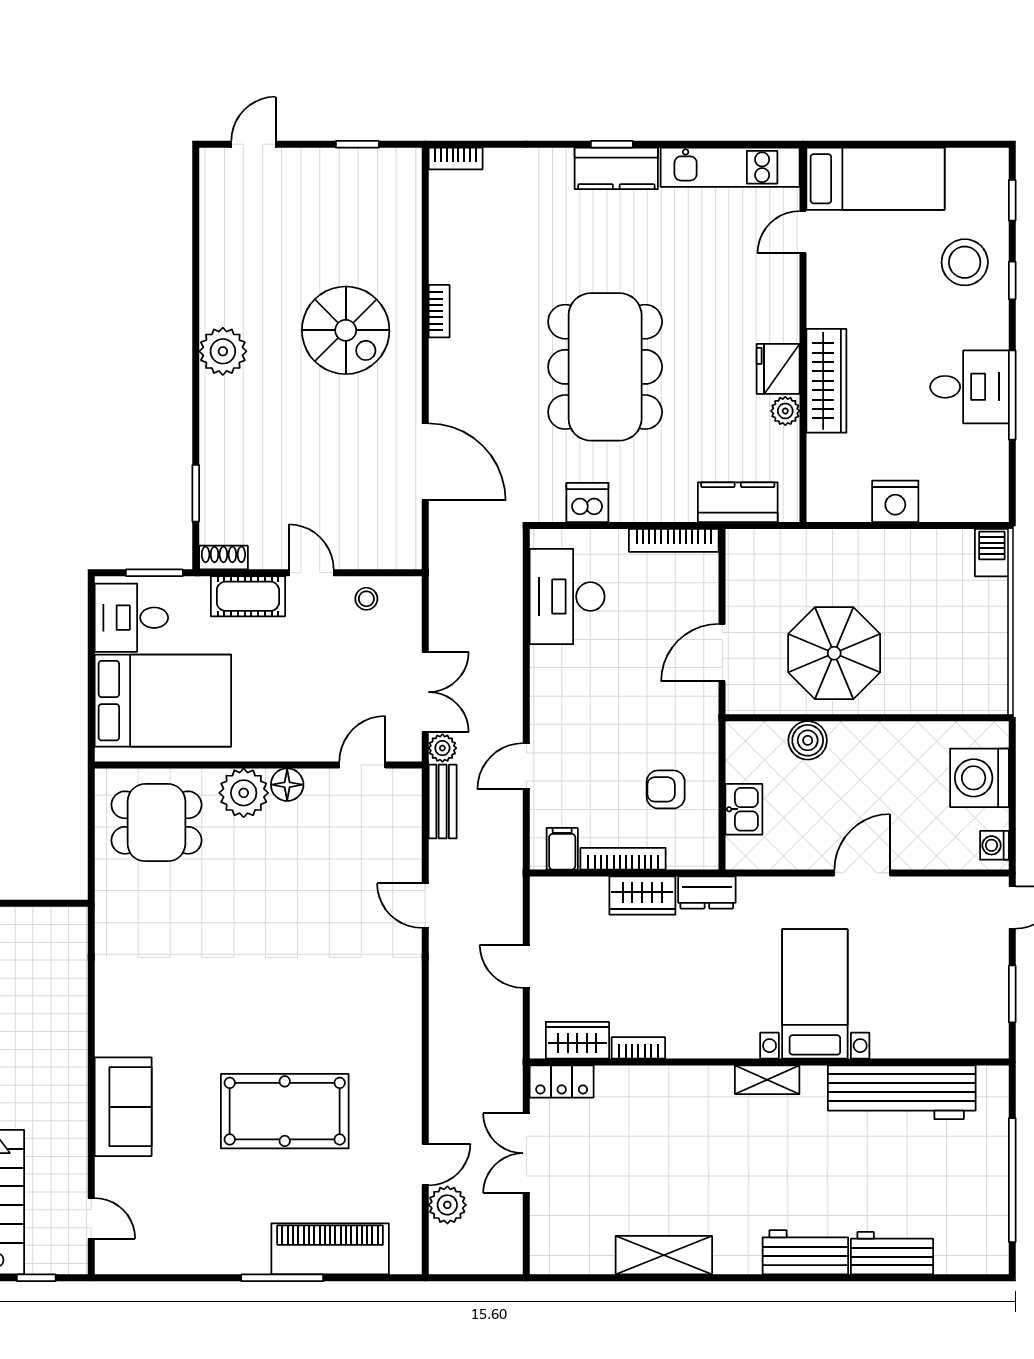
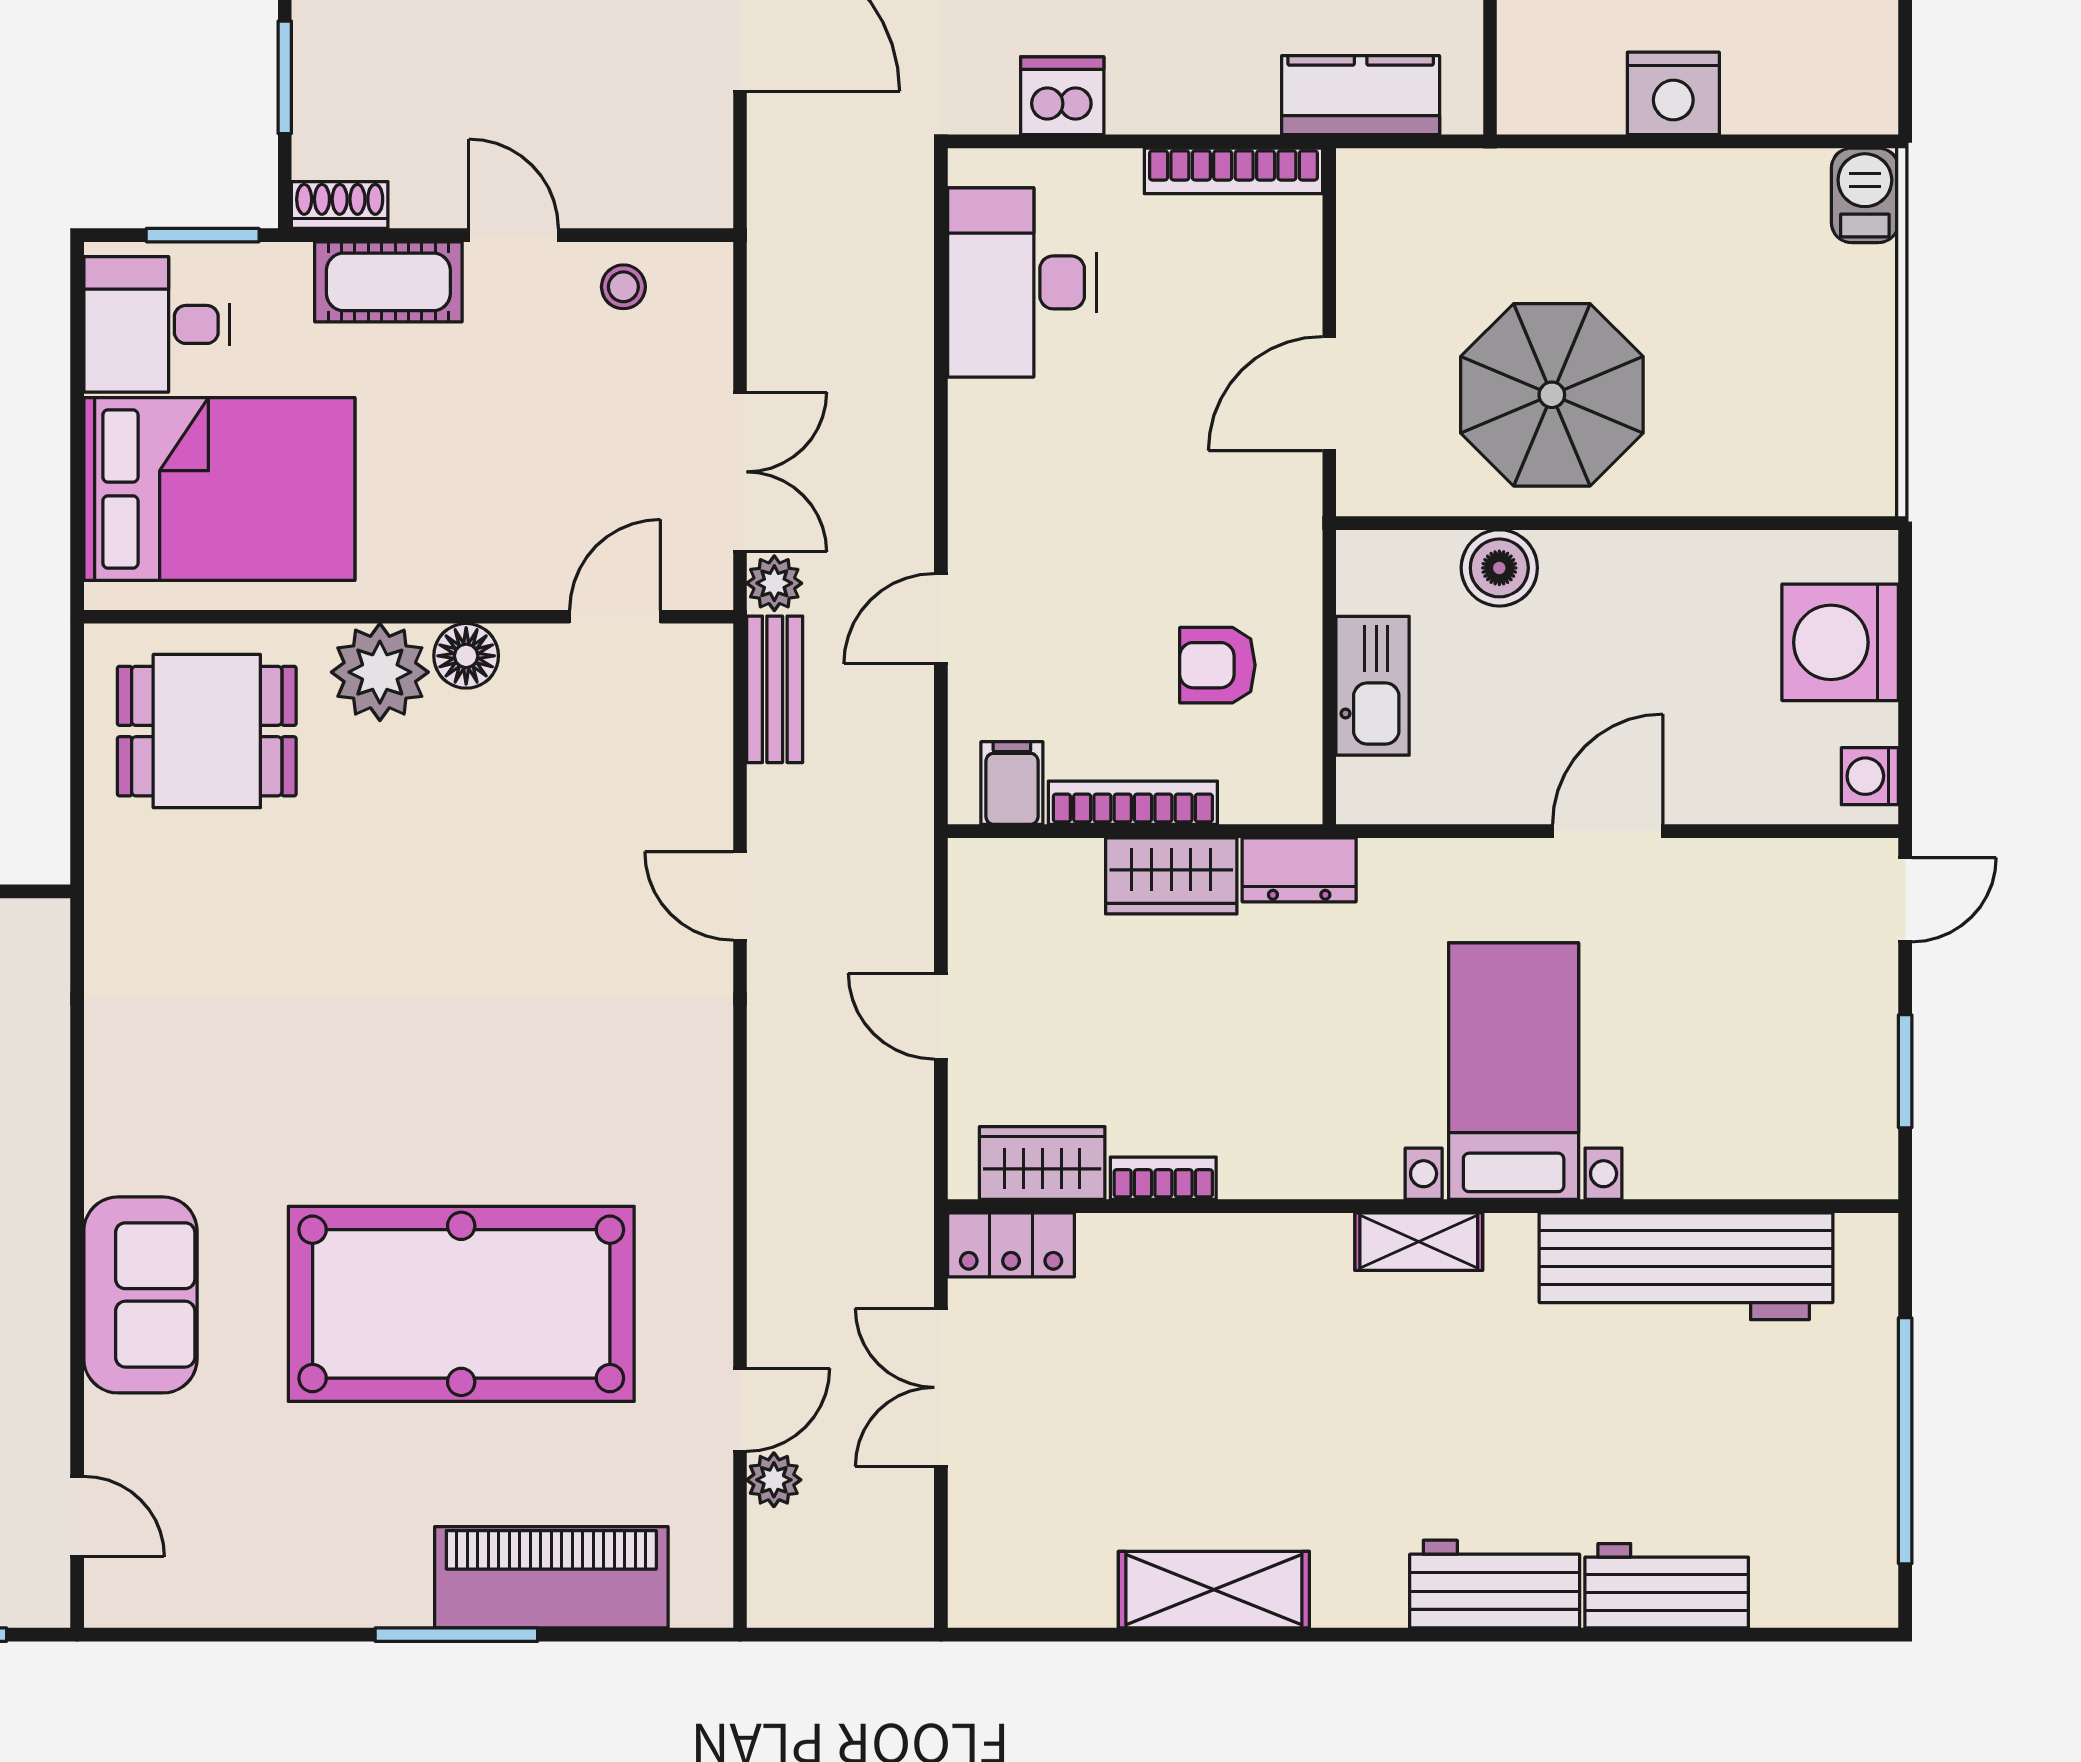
kitchen sink: (744, 809) -> (1373, 686), width x1.38
pool table: (285, 1111) -> (461, 1304), width x1.36, depth x1.32
plant: (447, 1205) -> (774, 1480), width x0.73, depth x0.73

